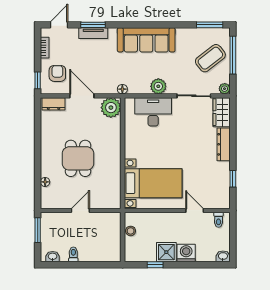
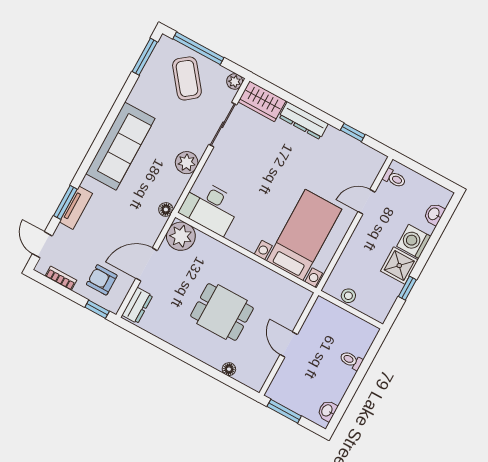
desk: (153, 112) -> (210, 207), moved, turned -90
toilet: (73, 254) -> (351, 360), moved
washbasin: (223, 256) -> (434, 214), moved

